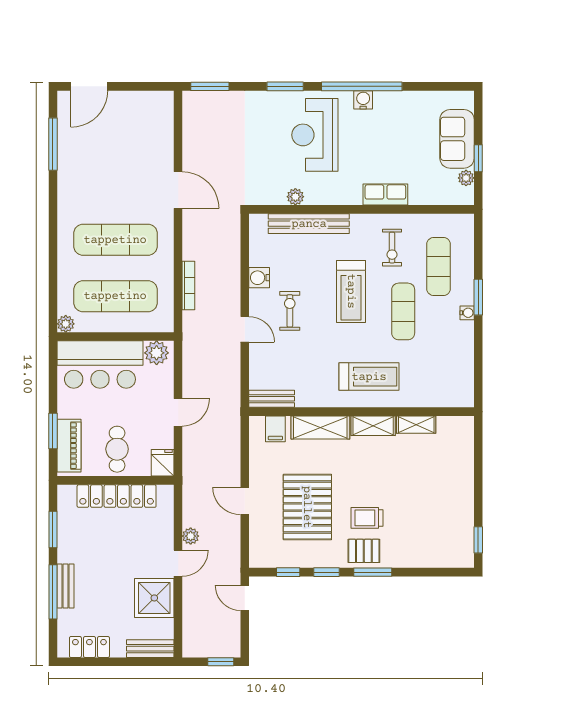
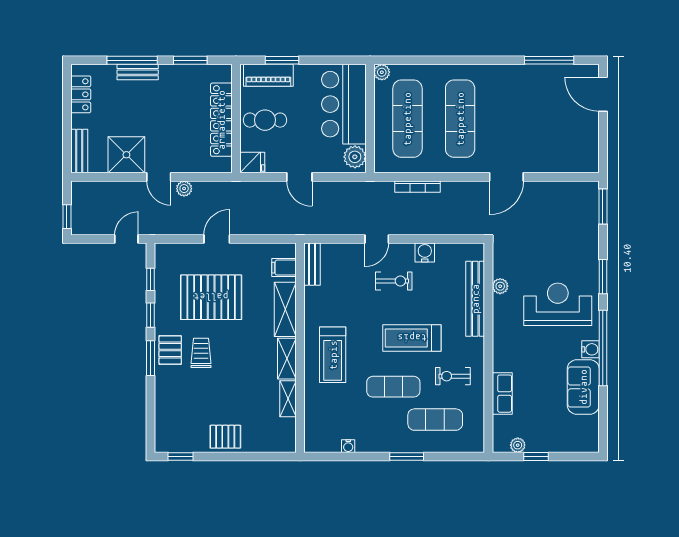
sofa: (457, 139) -> (583, 387), moved, turned -90
row of seats: (385, 195) -> (502, 394), moved
water cooler: (467, 313) -> (348, 446), moved
pallet: (457, 492) -> (225, 437), added

